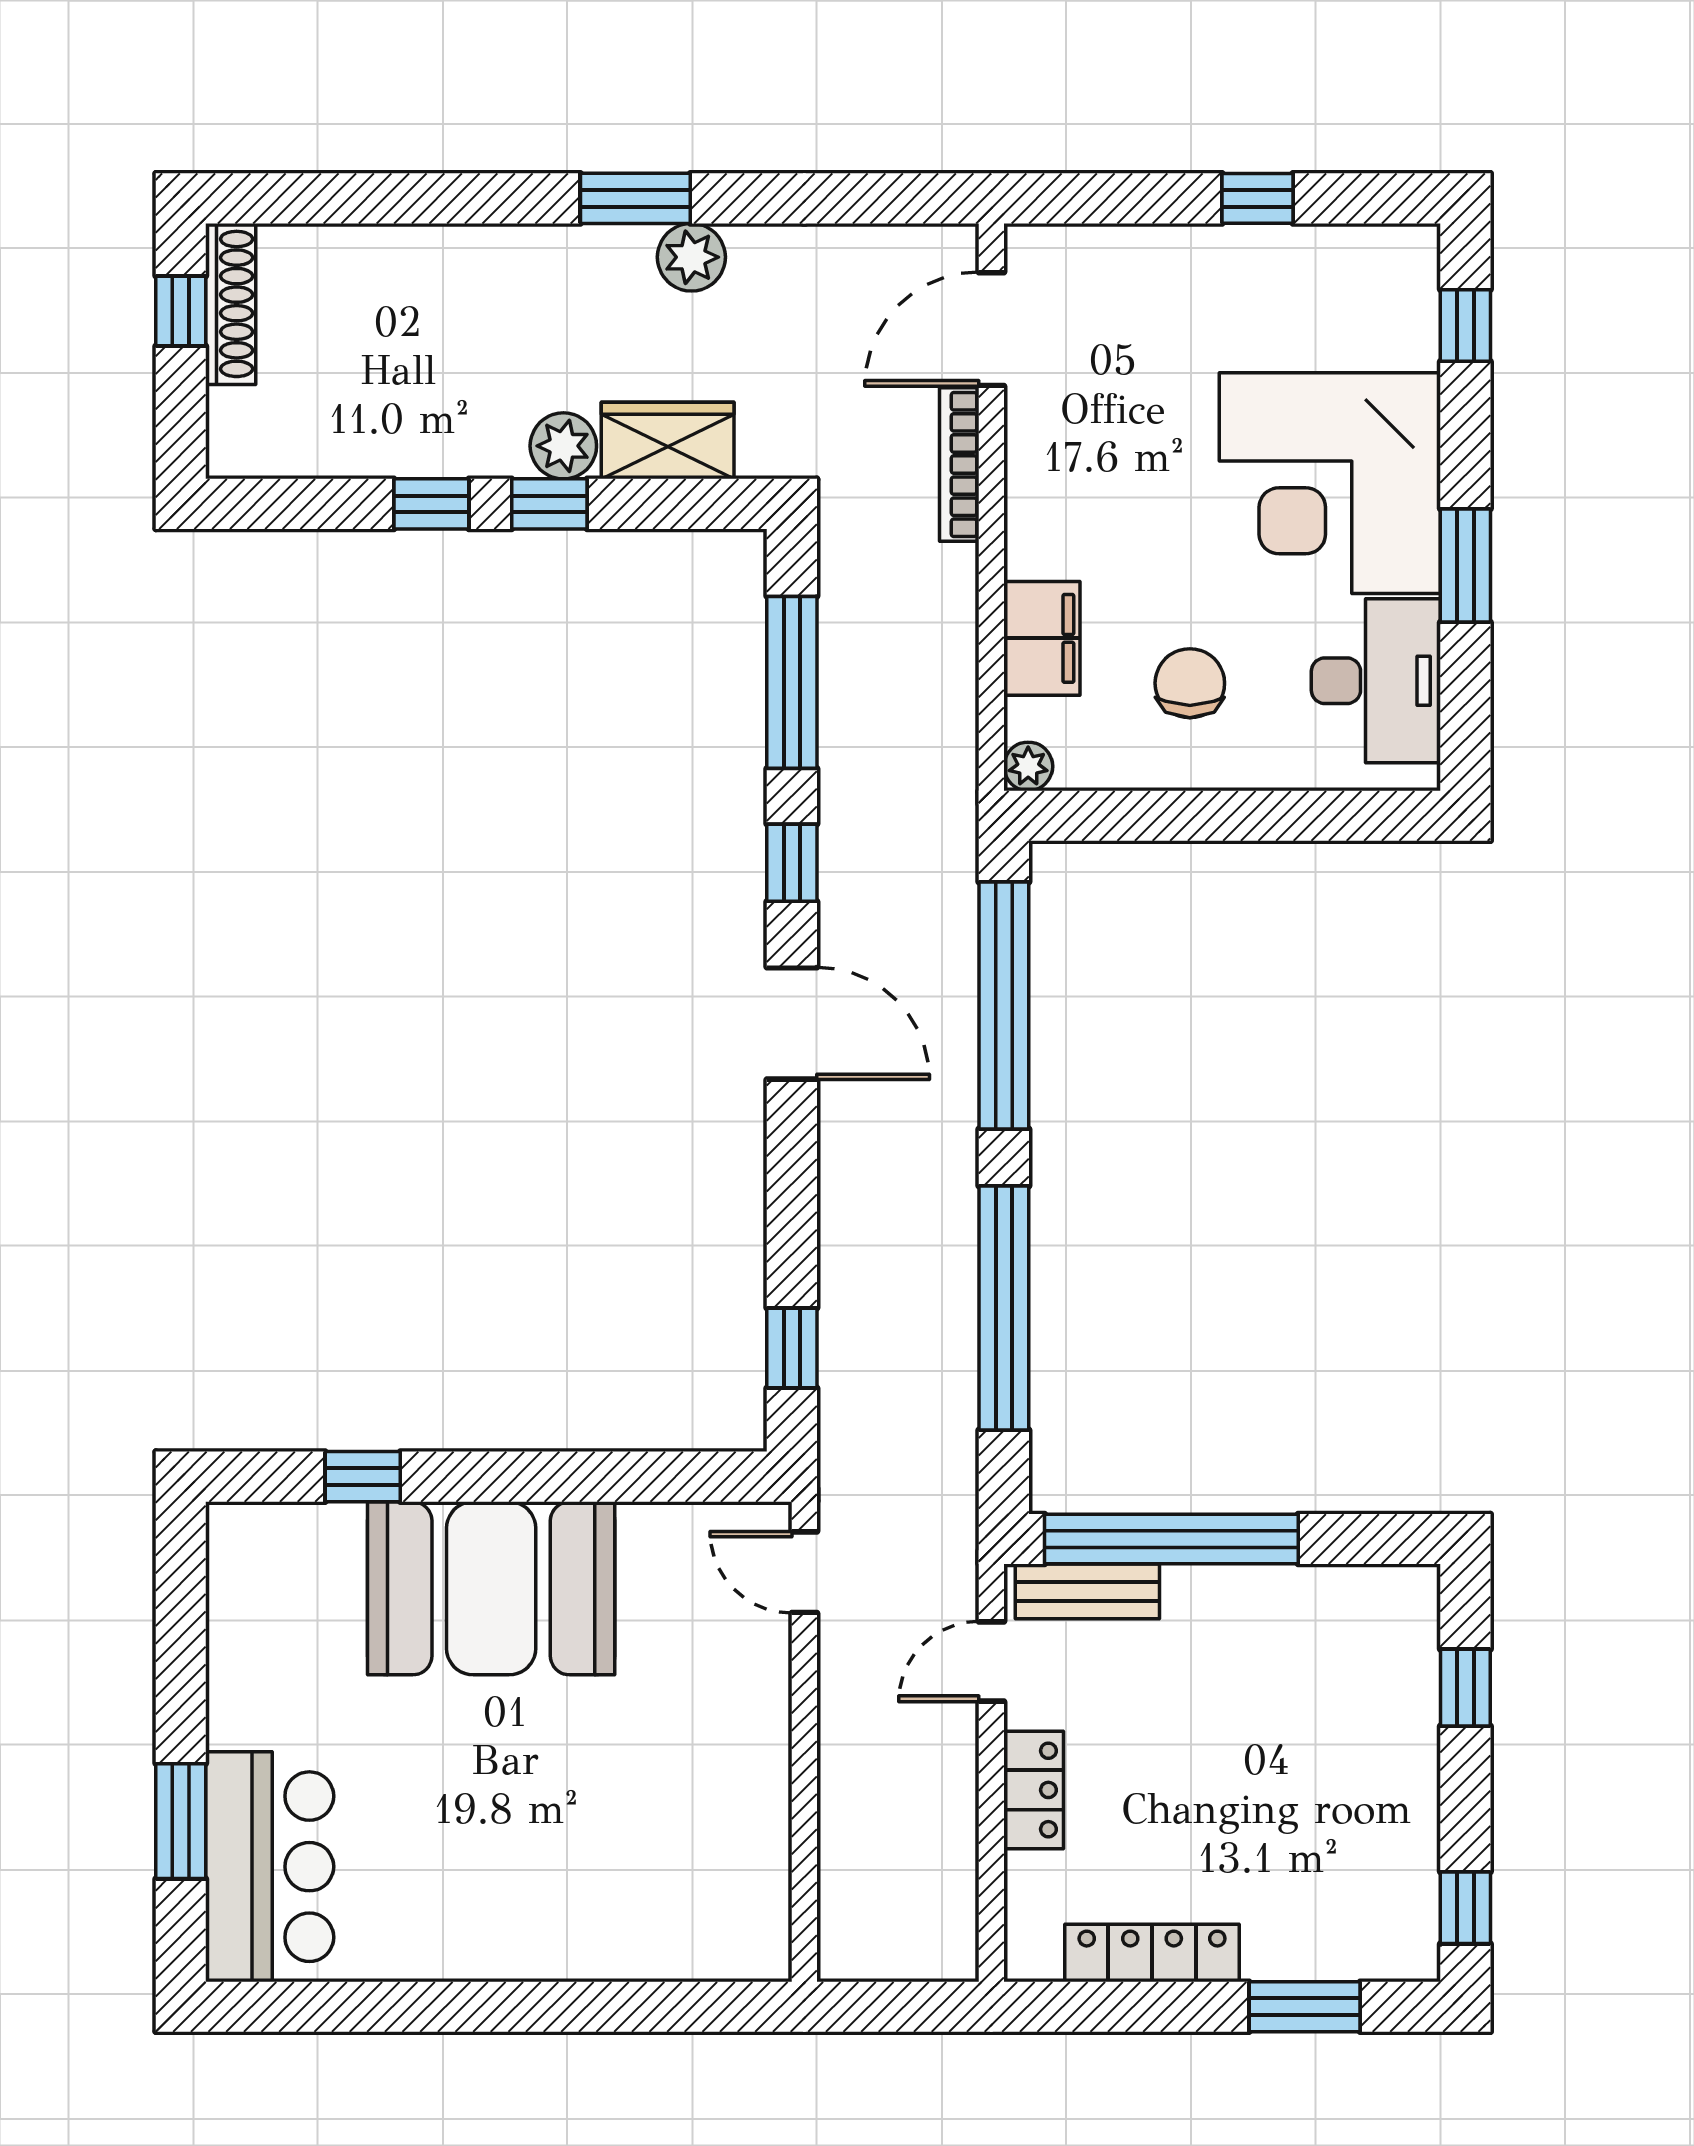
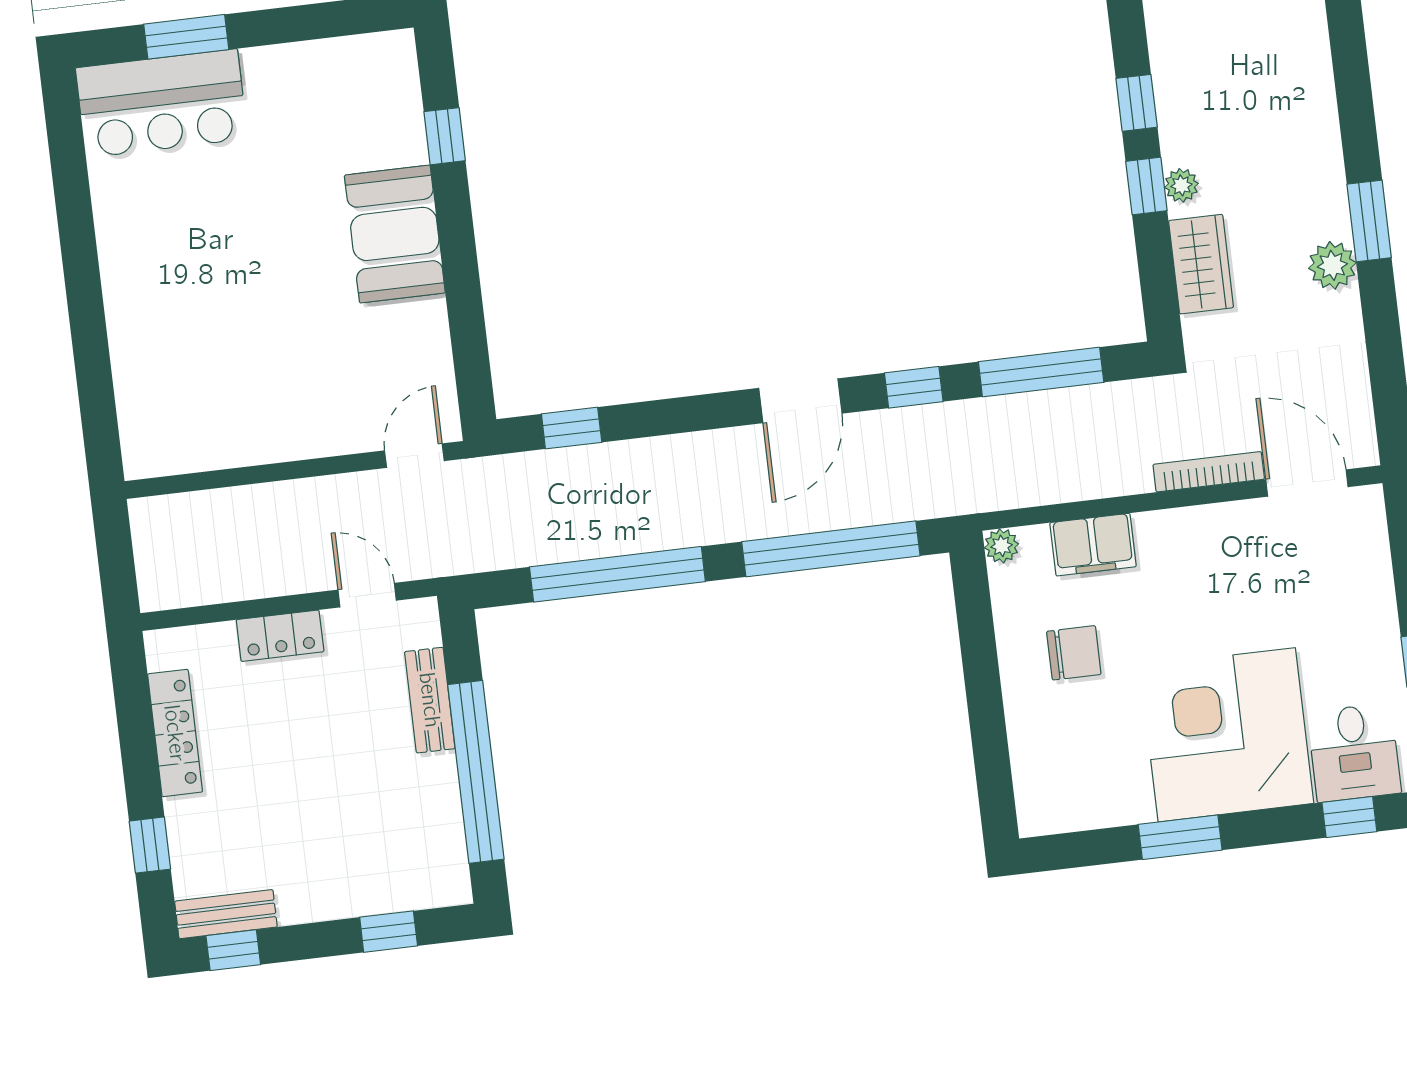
plant: (563, 446) -> (1181, 185), width x0.73, depth x0.73
desk: (1376, 681) -> (1354, 753), moved, width x0.73
window: (1171, 1539) -> (476, 772), moved
booth: (491, 1588) -> (395, 234), width x0.73, depth x0.70
bench: (1087, 1591) -> (430, 700), moved
bench: (1414, 1912) -> (226, 914), added
window: (1305, 2007) -> (150, 845), width x0.67

